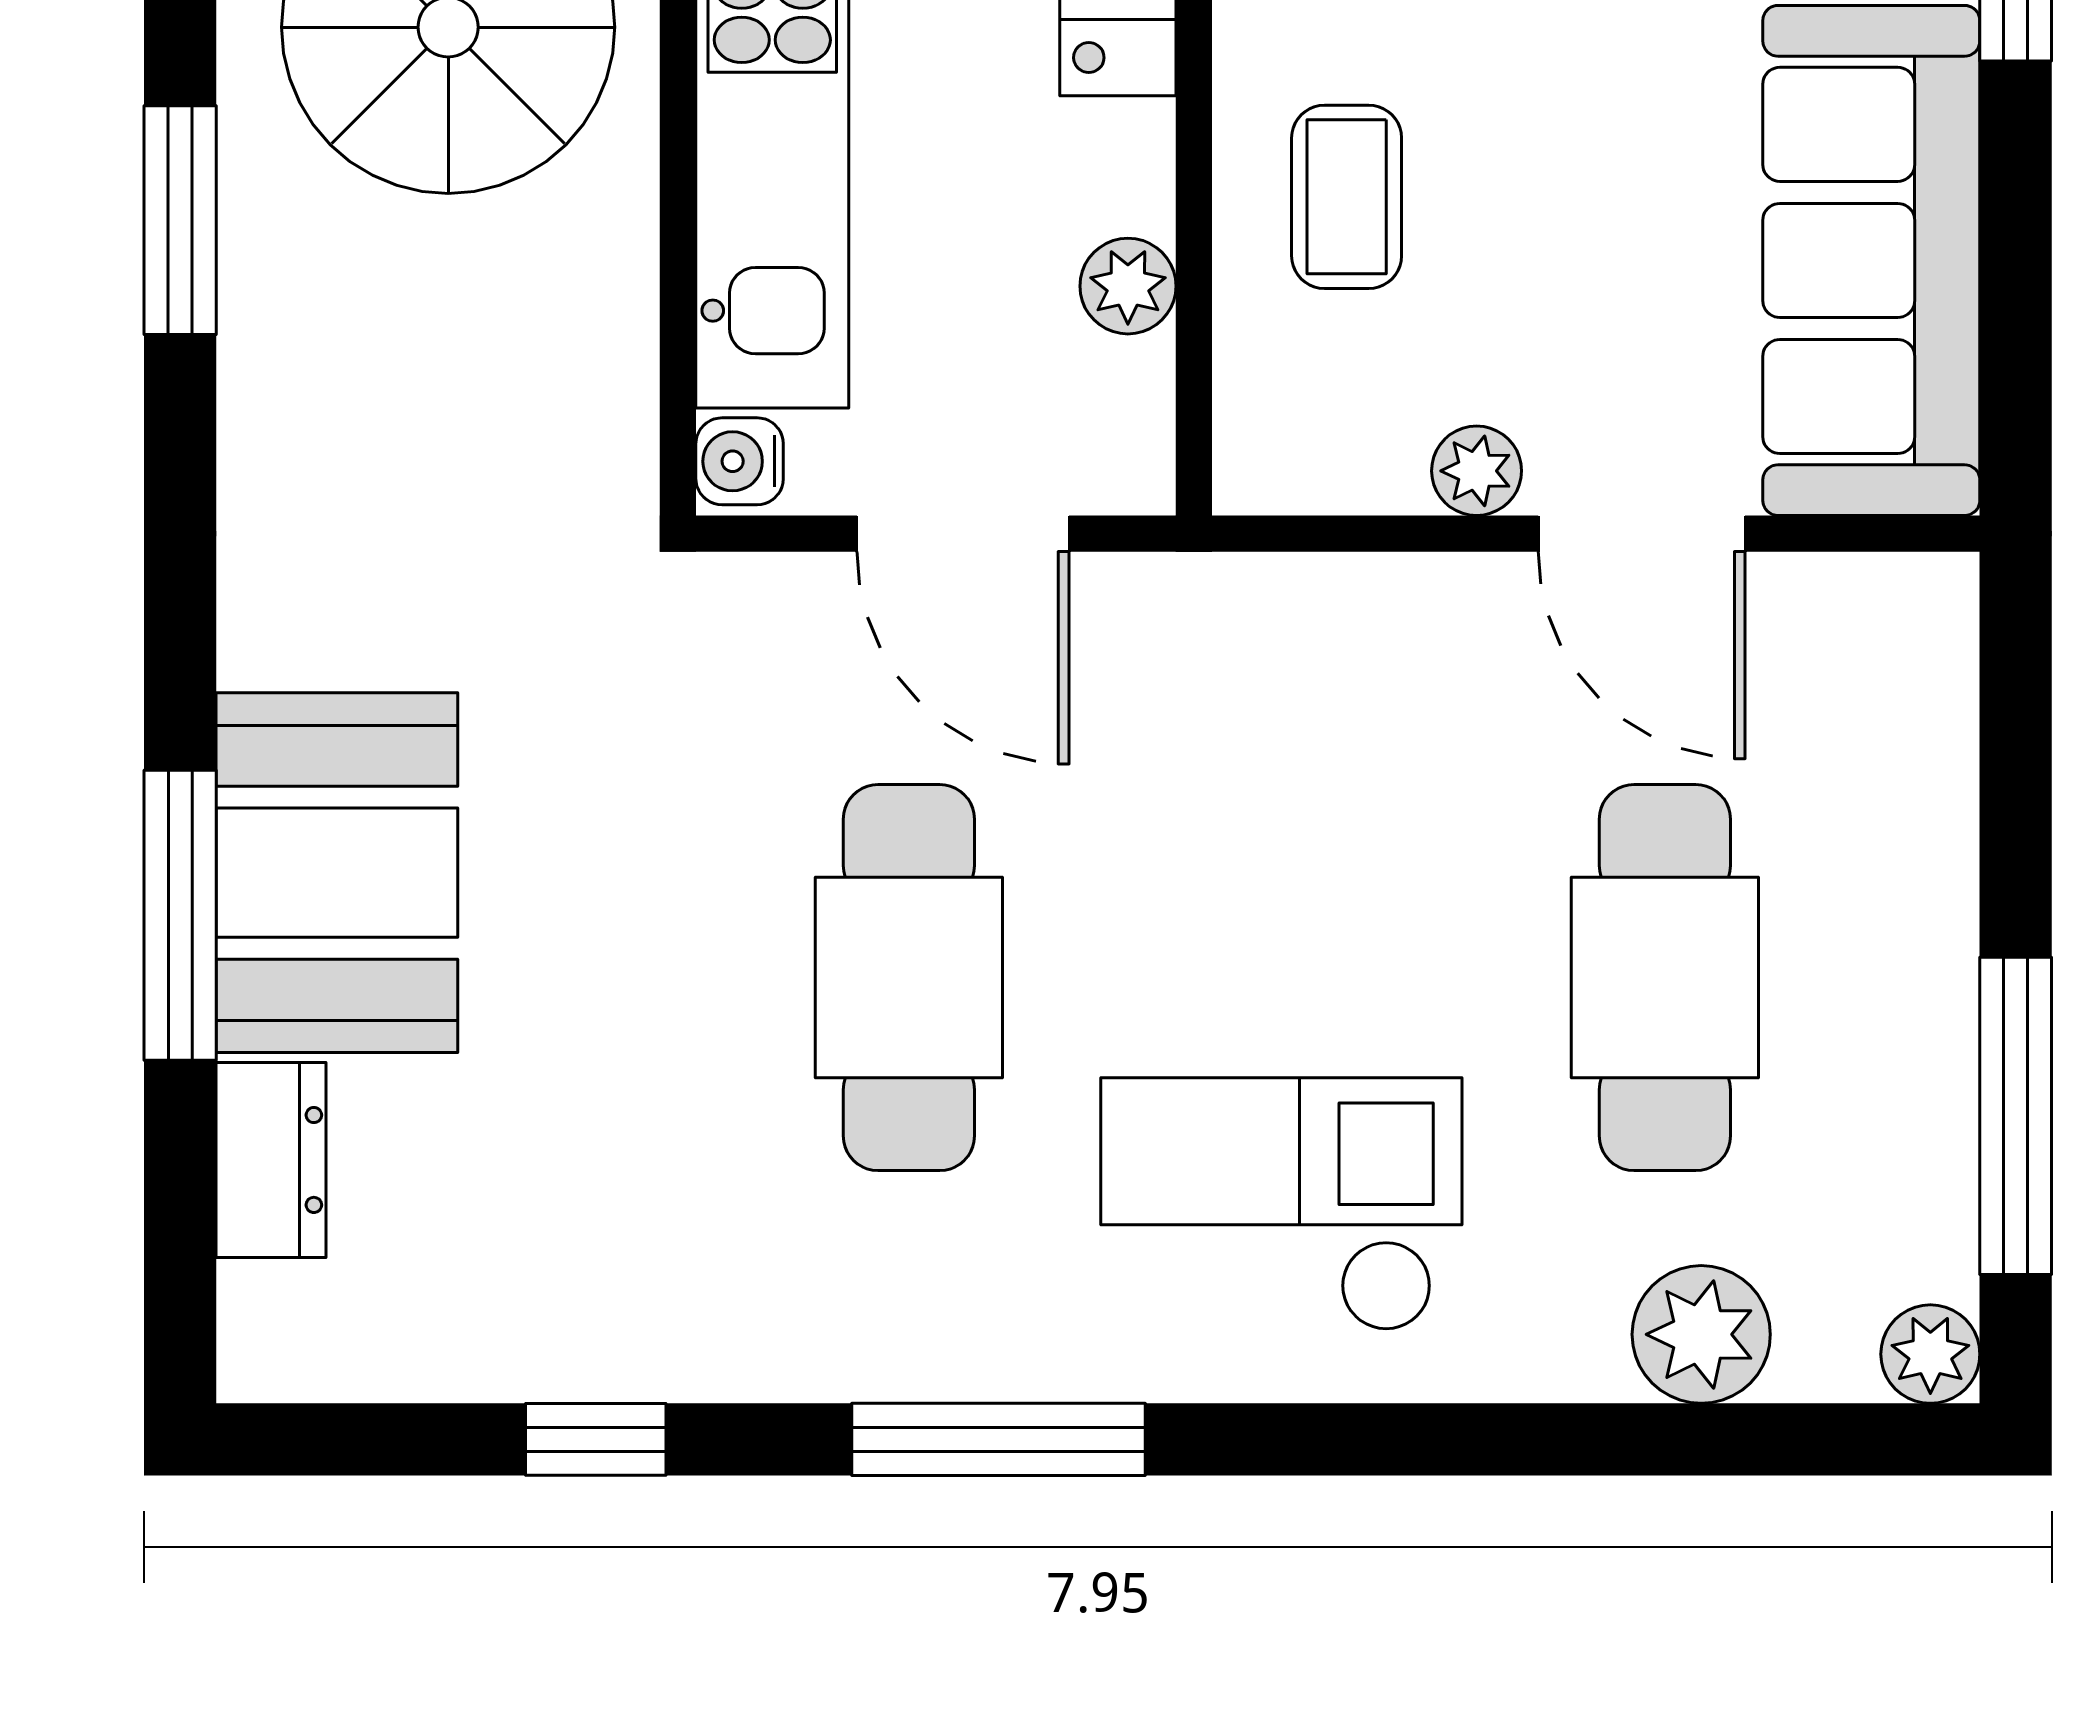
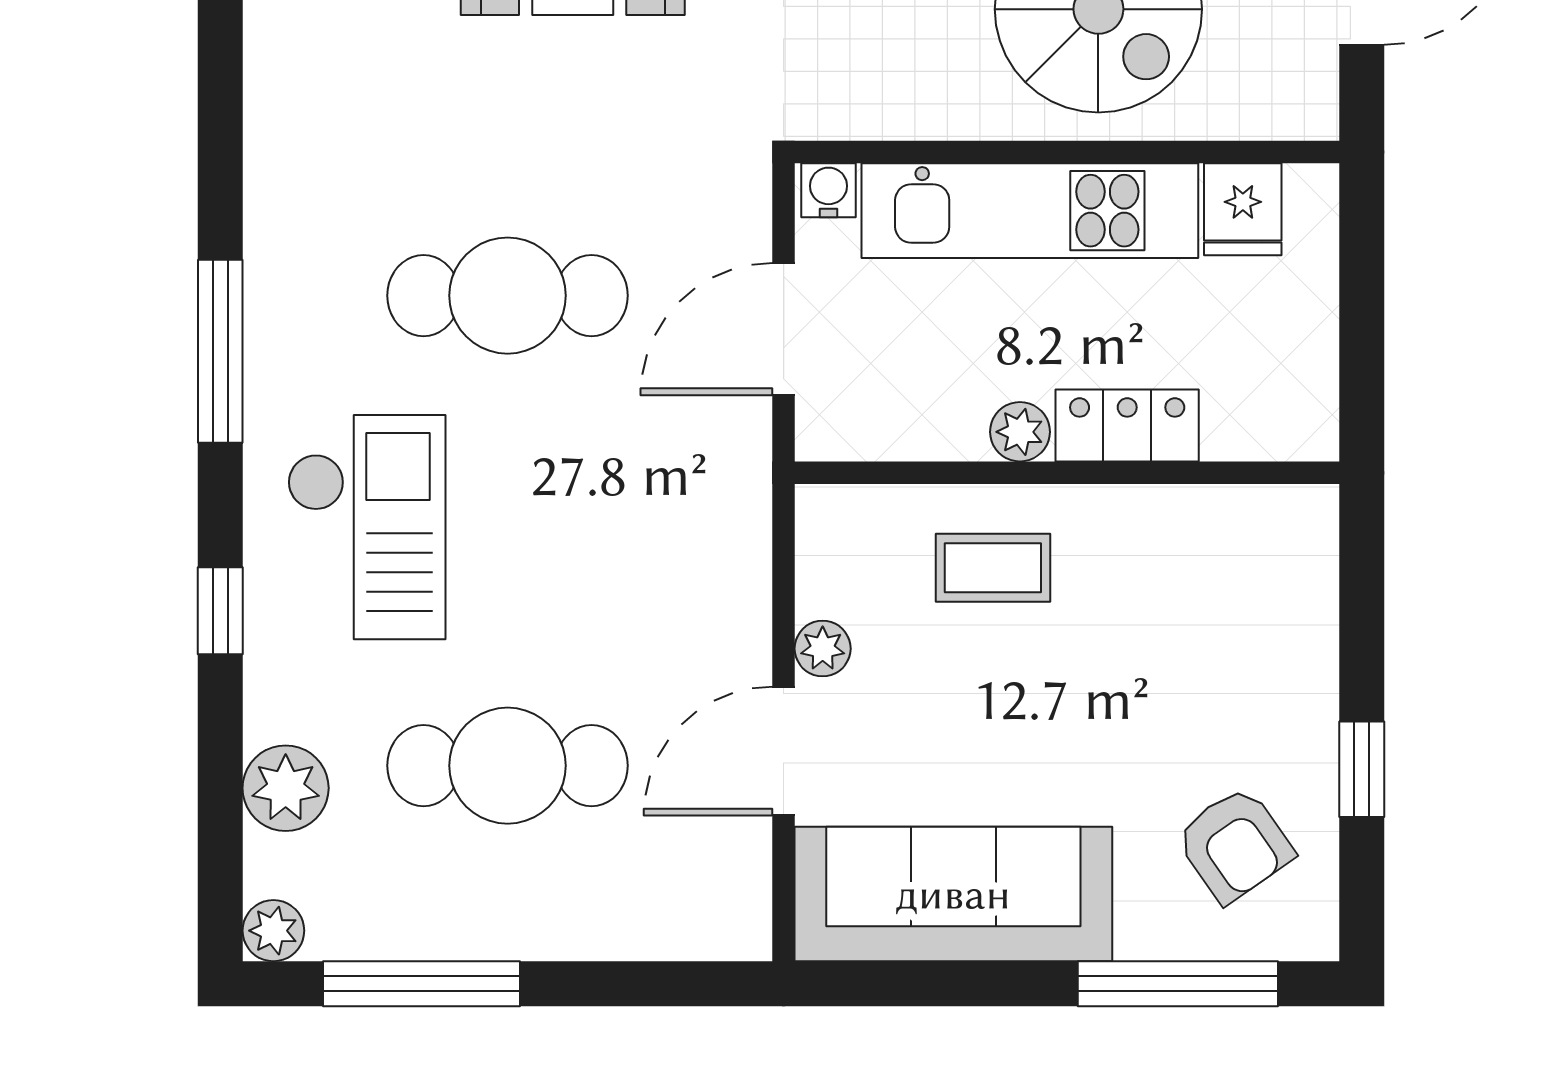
plant: (1128, 286) -> (1020, 432), moved
window: (596, 1439) -> (220, 611), moved

